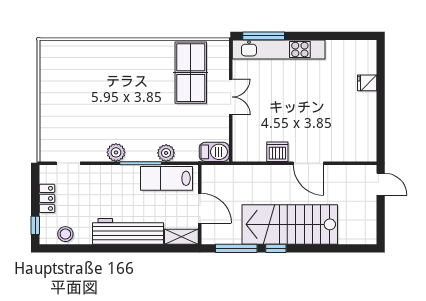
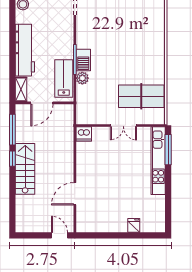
plant: (116, 152) -> (83, 41), removed
barbecue: (214, 152) -> (83, 60), moved
dishwasher: (277, 152) -> (84, 134), moved, turned 90
door: (308, 163) -> (75, 194), moved
door: (381, 184) -> (59, 235), swing flipped
stairs: (290, 224) -> (25, 169), width x0.73, depth x0.66

